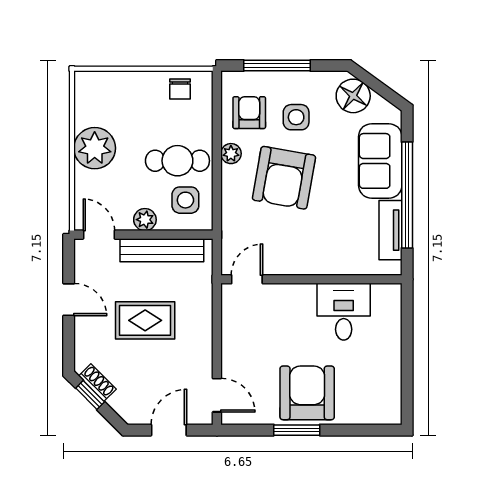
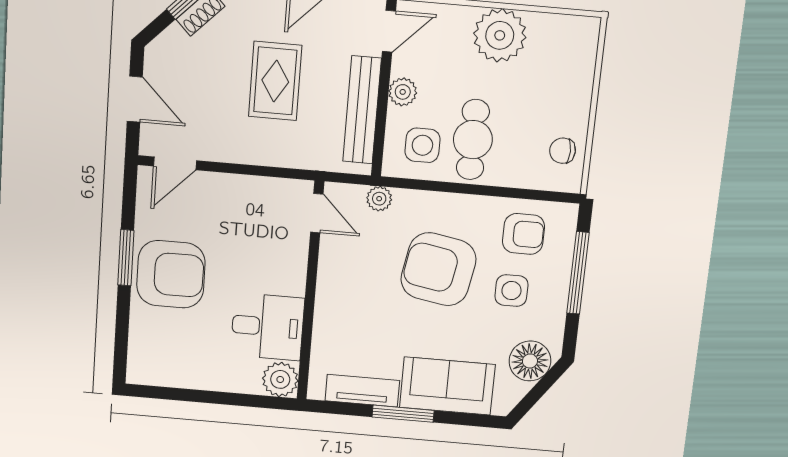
plant: (231, 154) -> (379, 199), moved
window: (407, 195) -> (403, 414), width x0.47
plant: (387, 298) -> (280, 379), added

